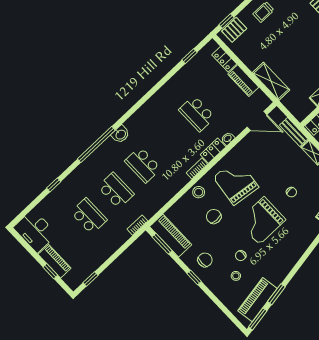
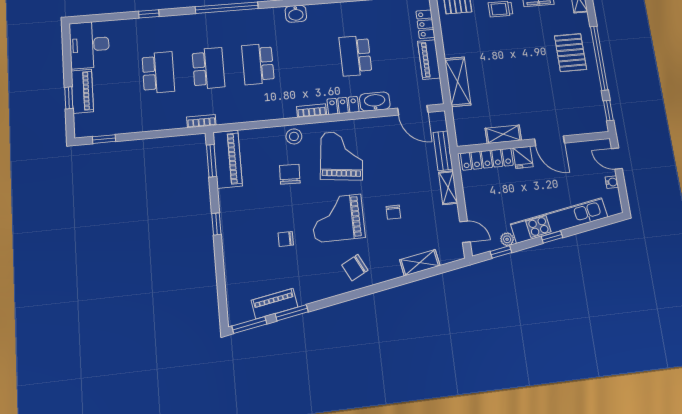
washbasin: (120, 134) -> (296, 14), moved
washbasin: (228, 139) -> (375, 102), width x1.91, depth x1.45
chair: (205, 260) -> (355, 268), moved, turned 153
stool: (236, 276) -> (263, 257), removed
piano: (257, 300) -> (275, 304), width x0.73, depth x0.75

